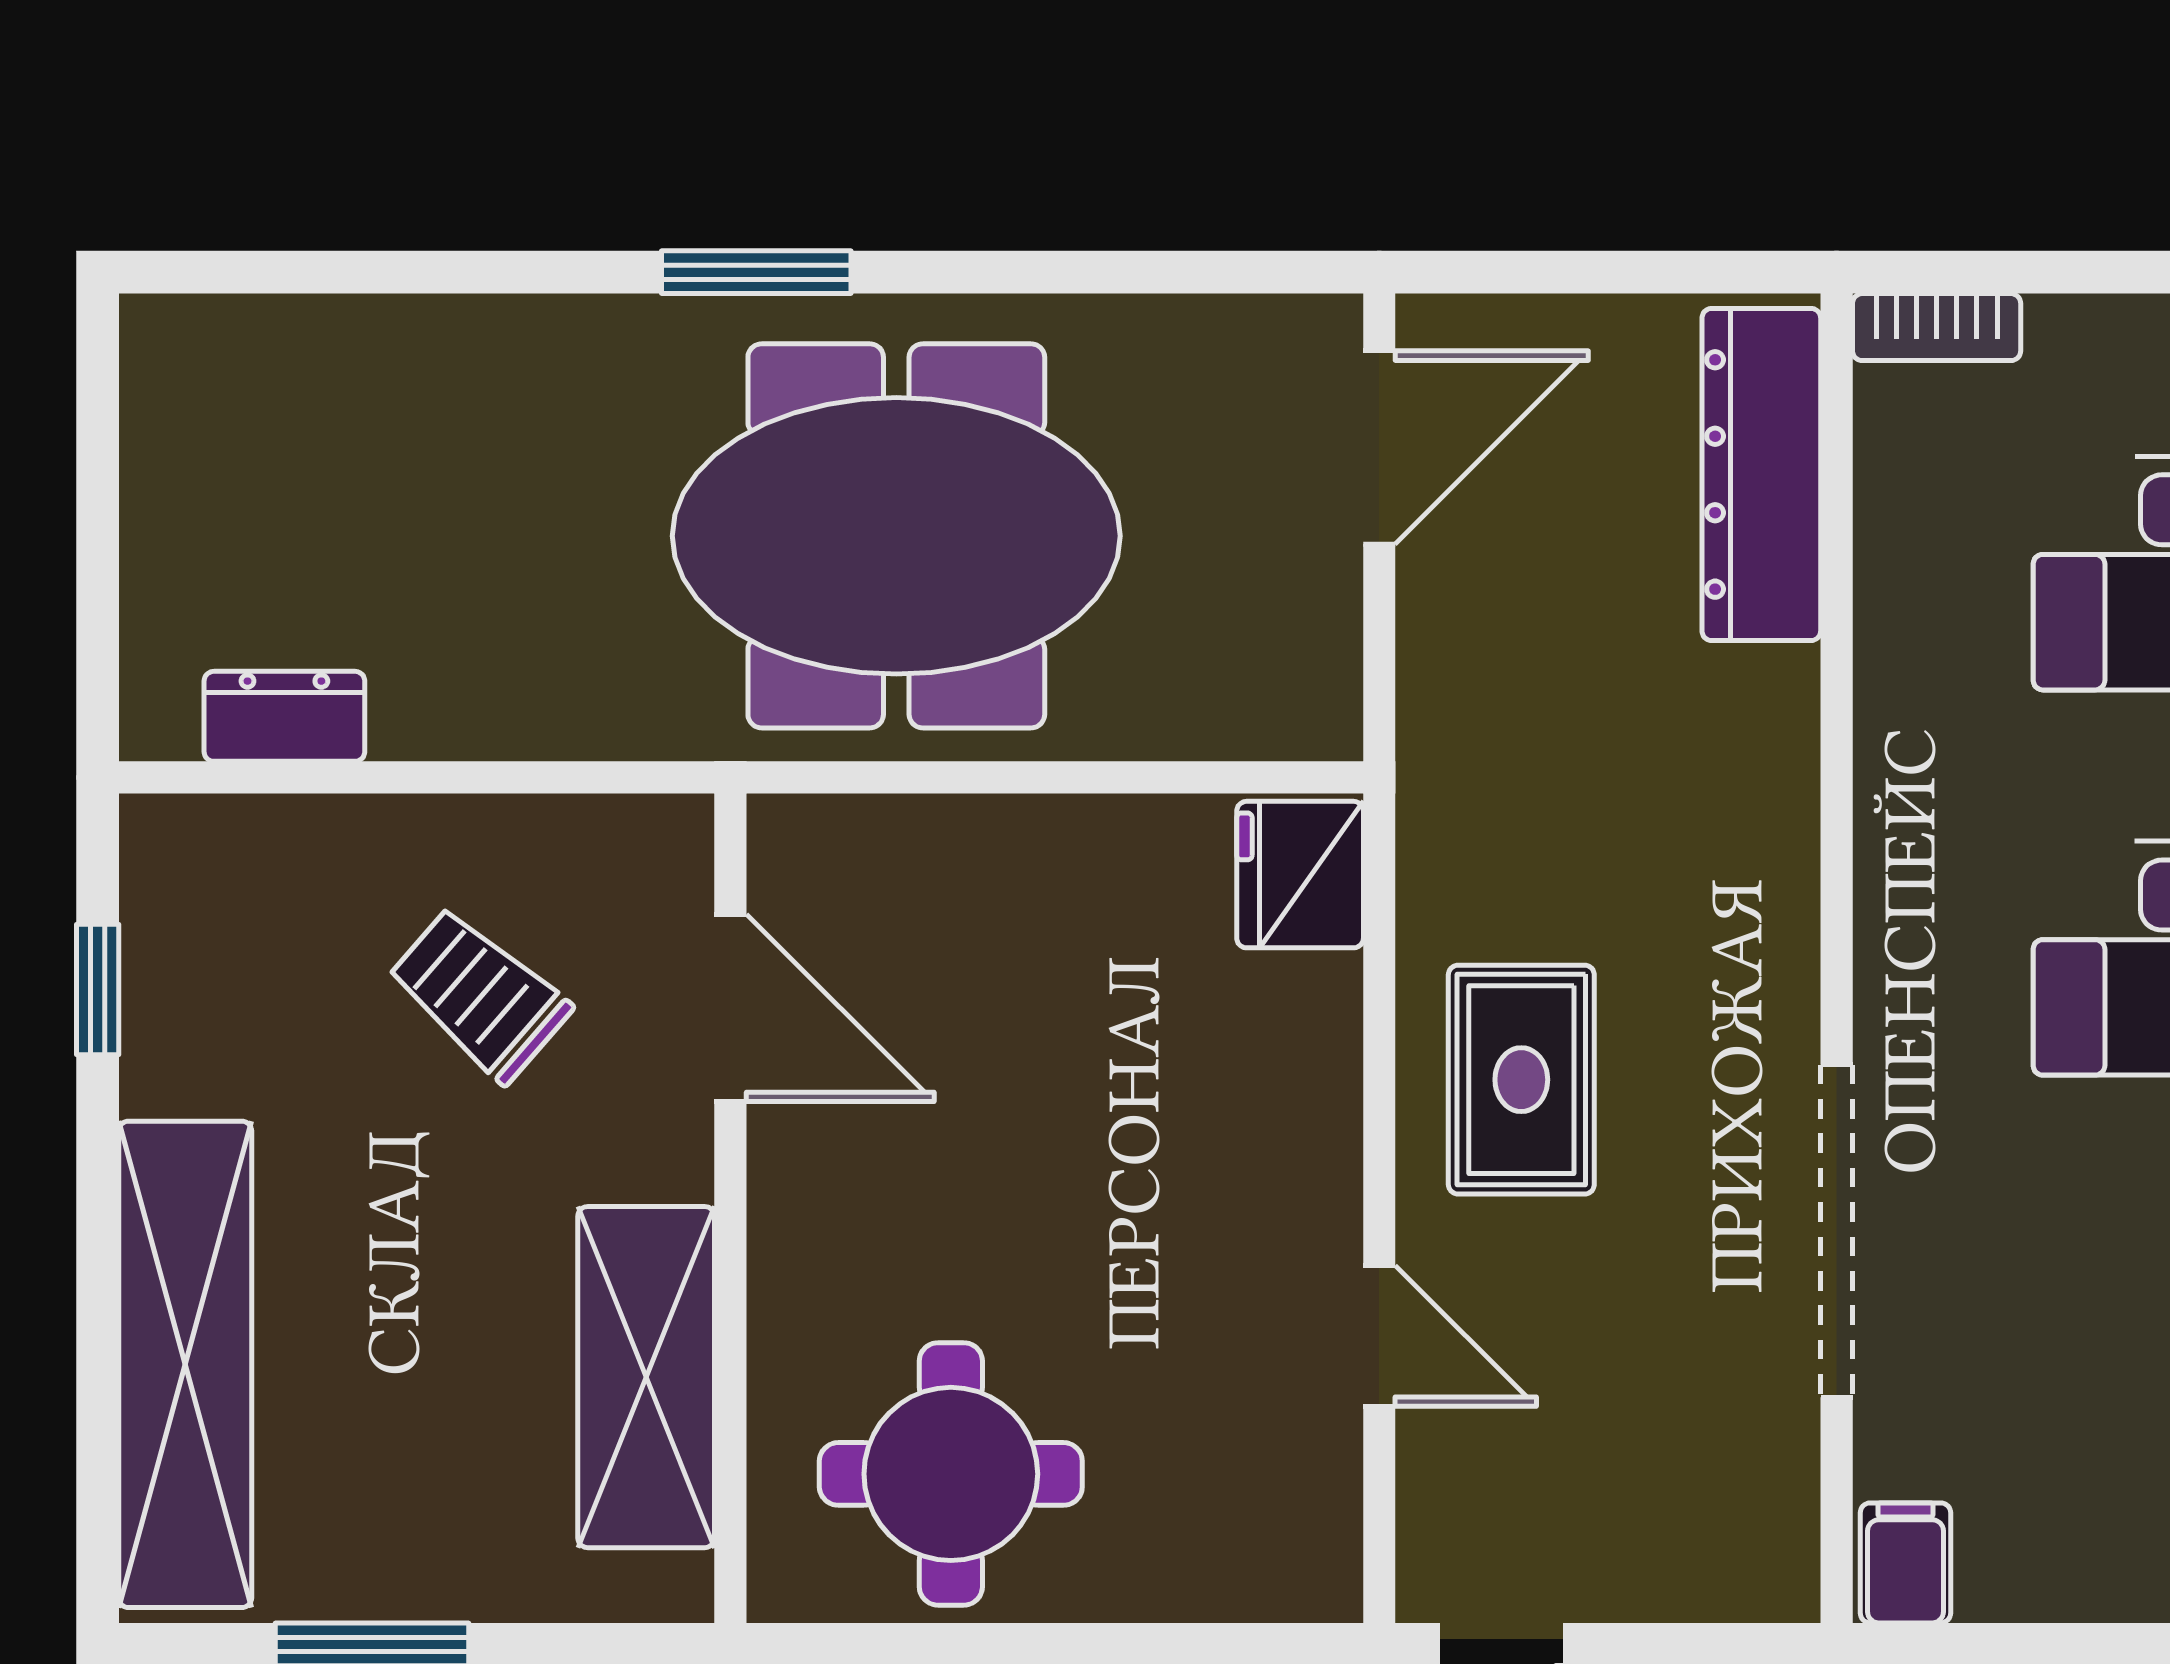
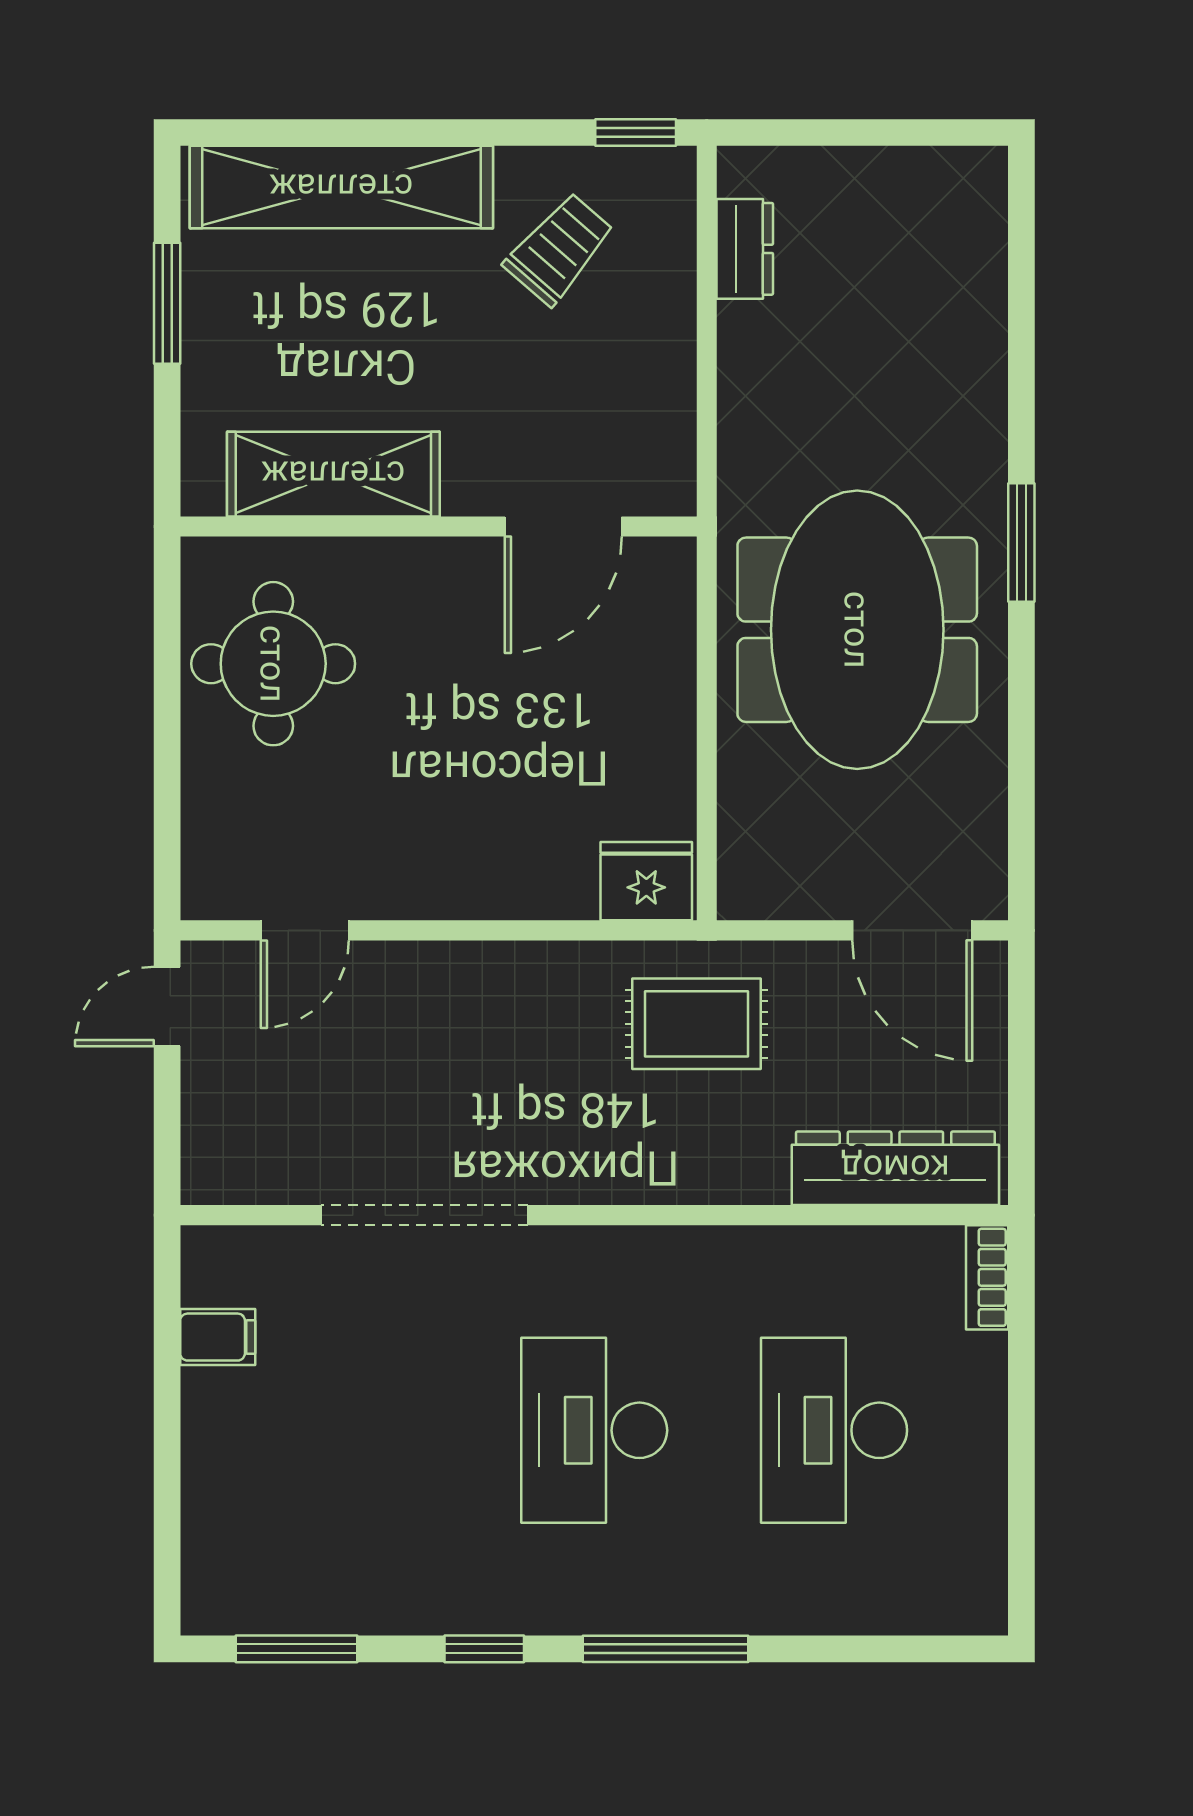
window: (98, 990) -> (636, 132), moved
trolley: (479, 994) -> (559, 249), moved
rug: (1521, 1080) -> (697, 1024), moved
door: (1379, 1336) -> (305, 930), moved
filing cabinet: (1905, 1563) -> (218, 1337), moved

